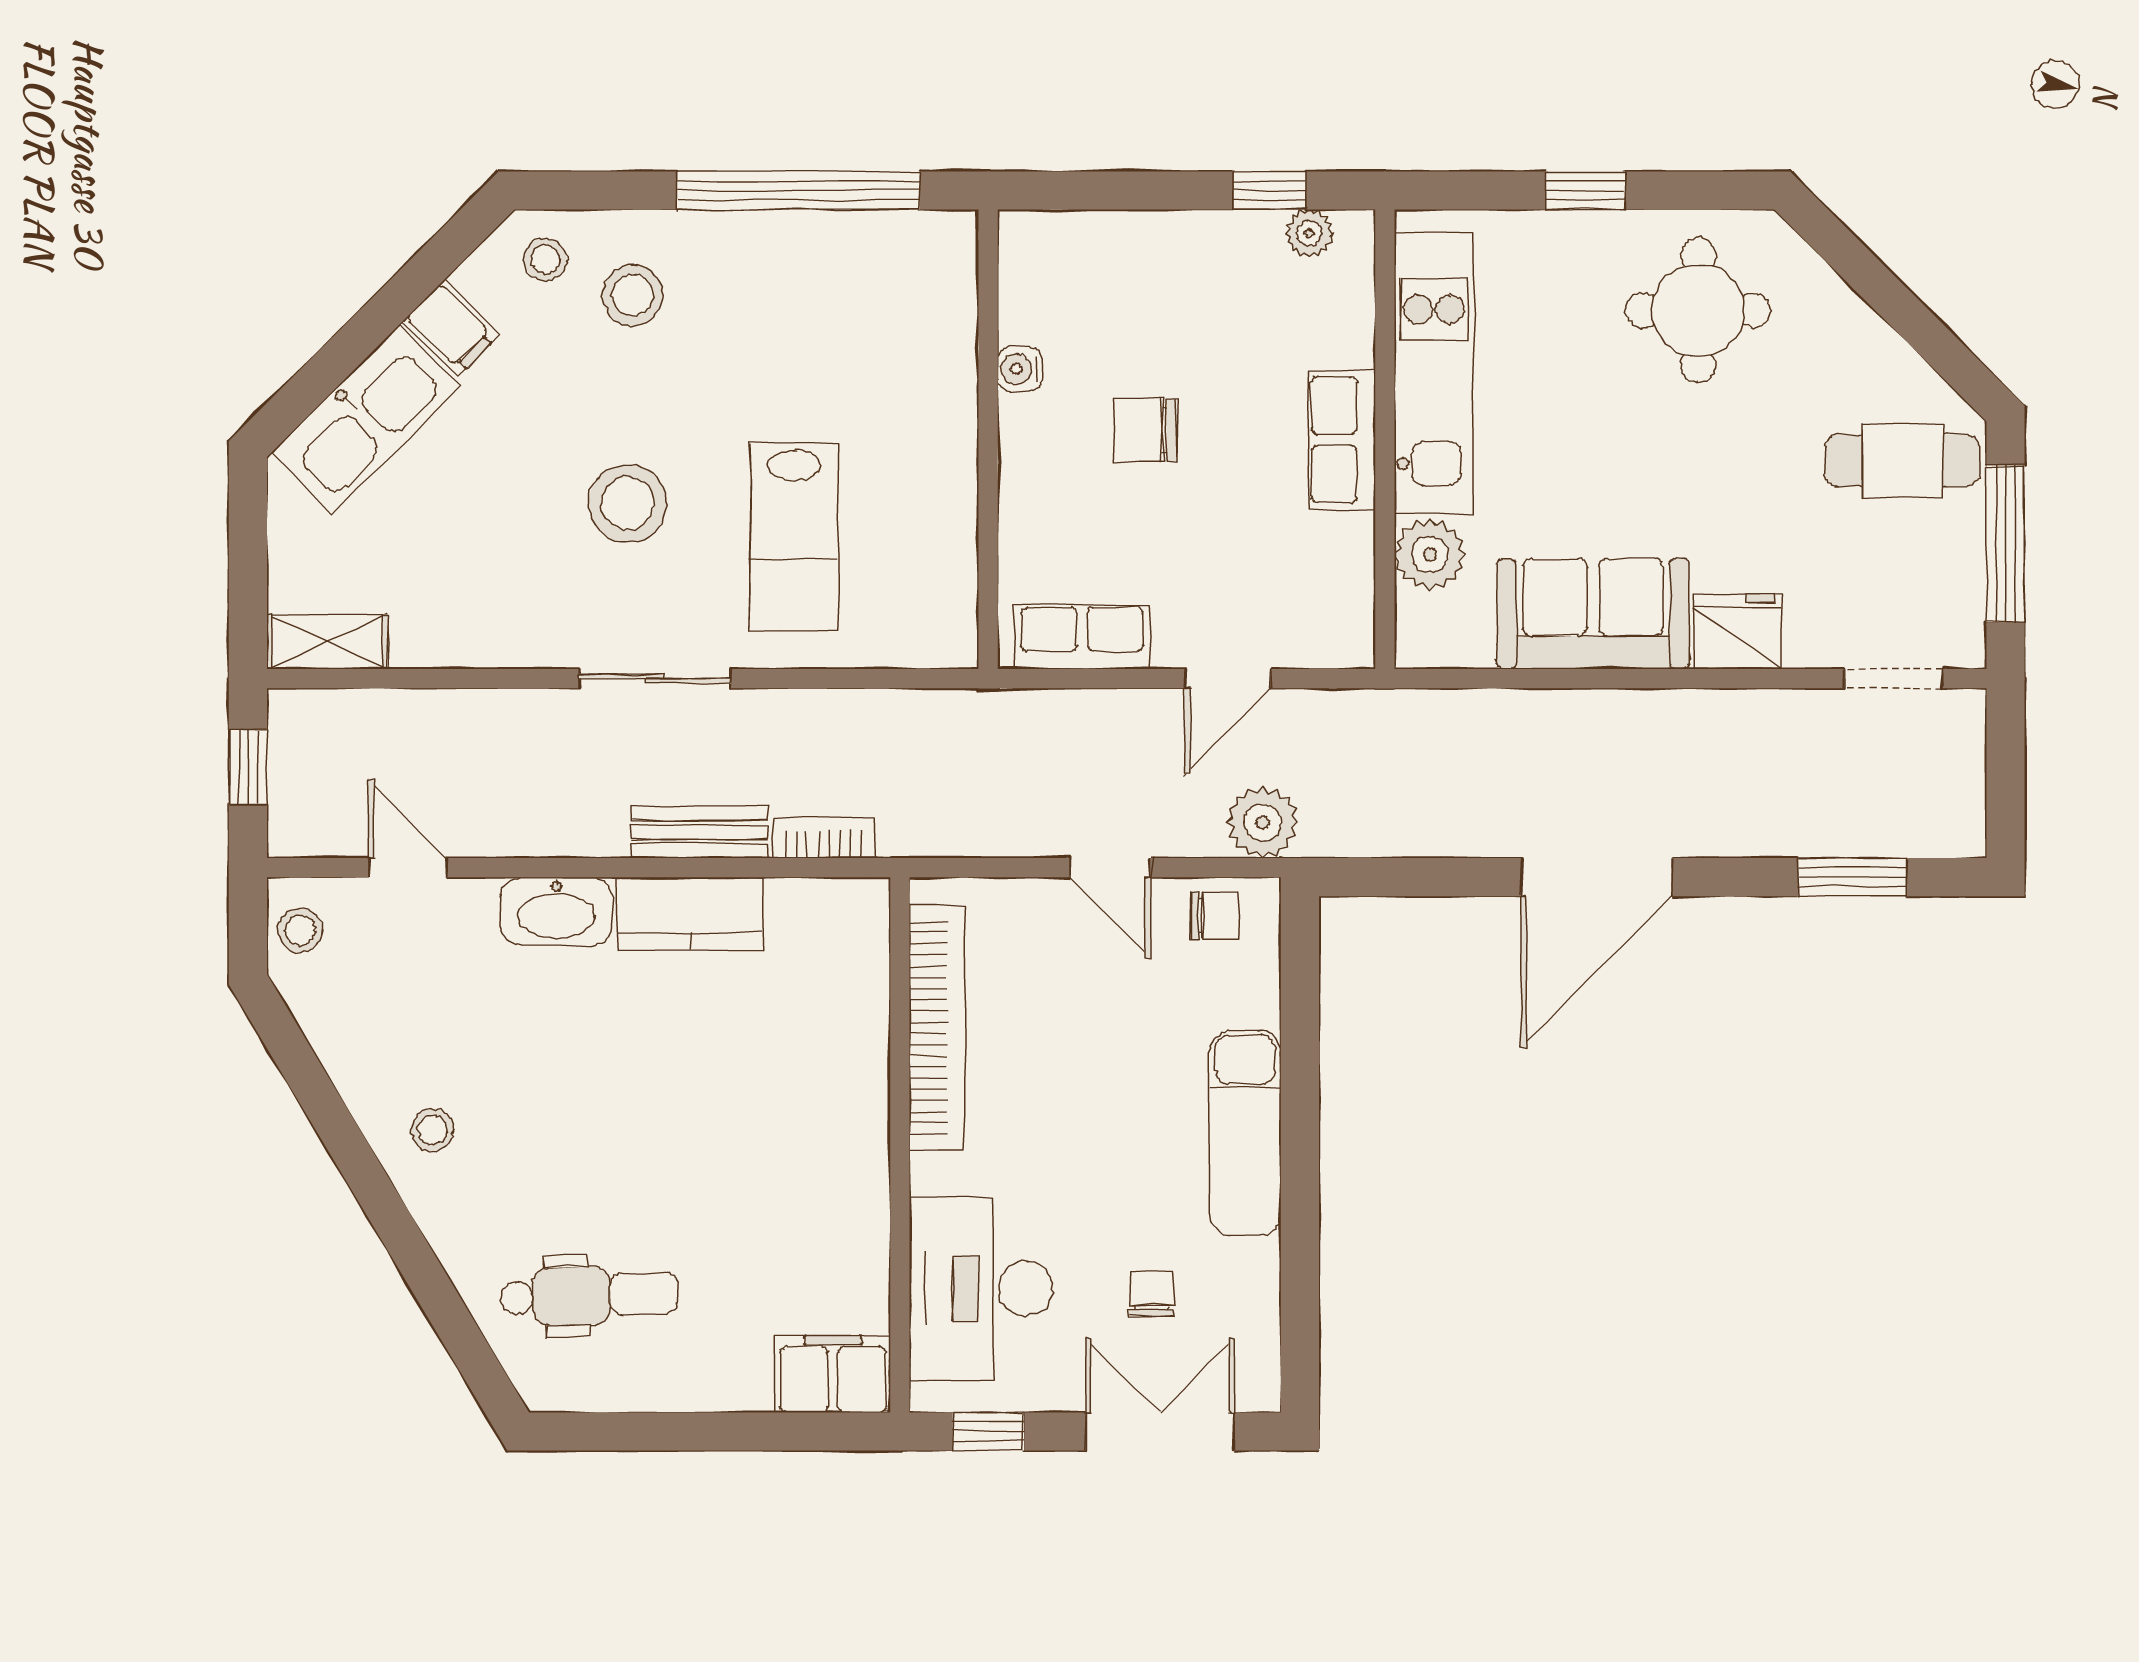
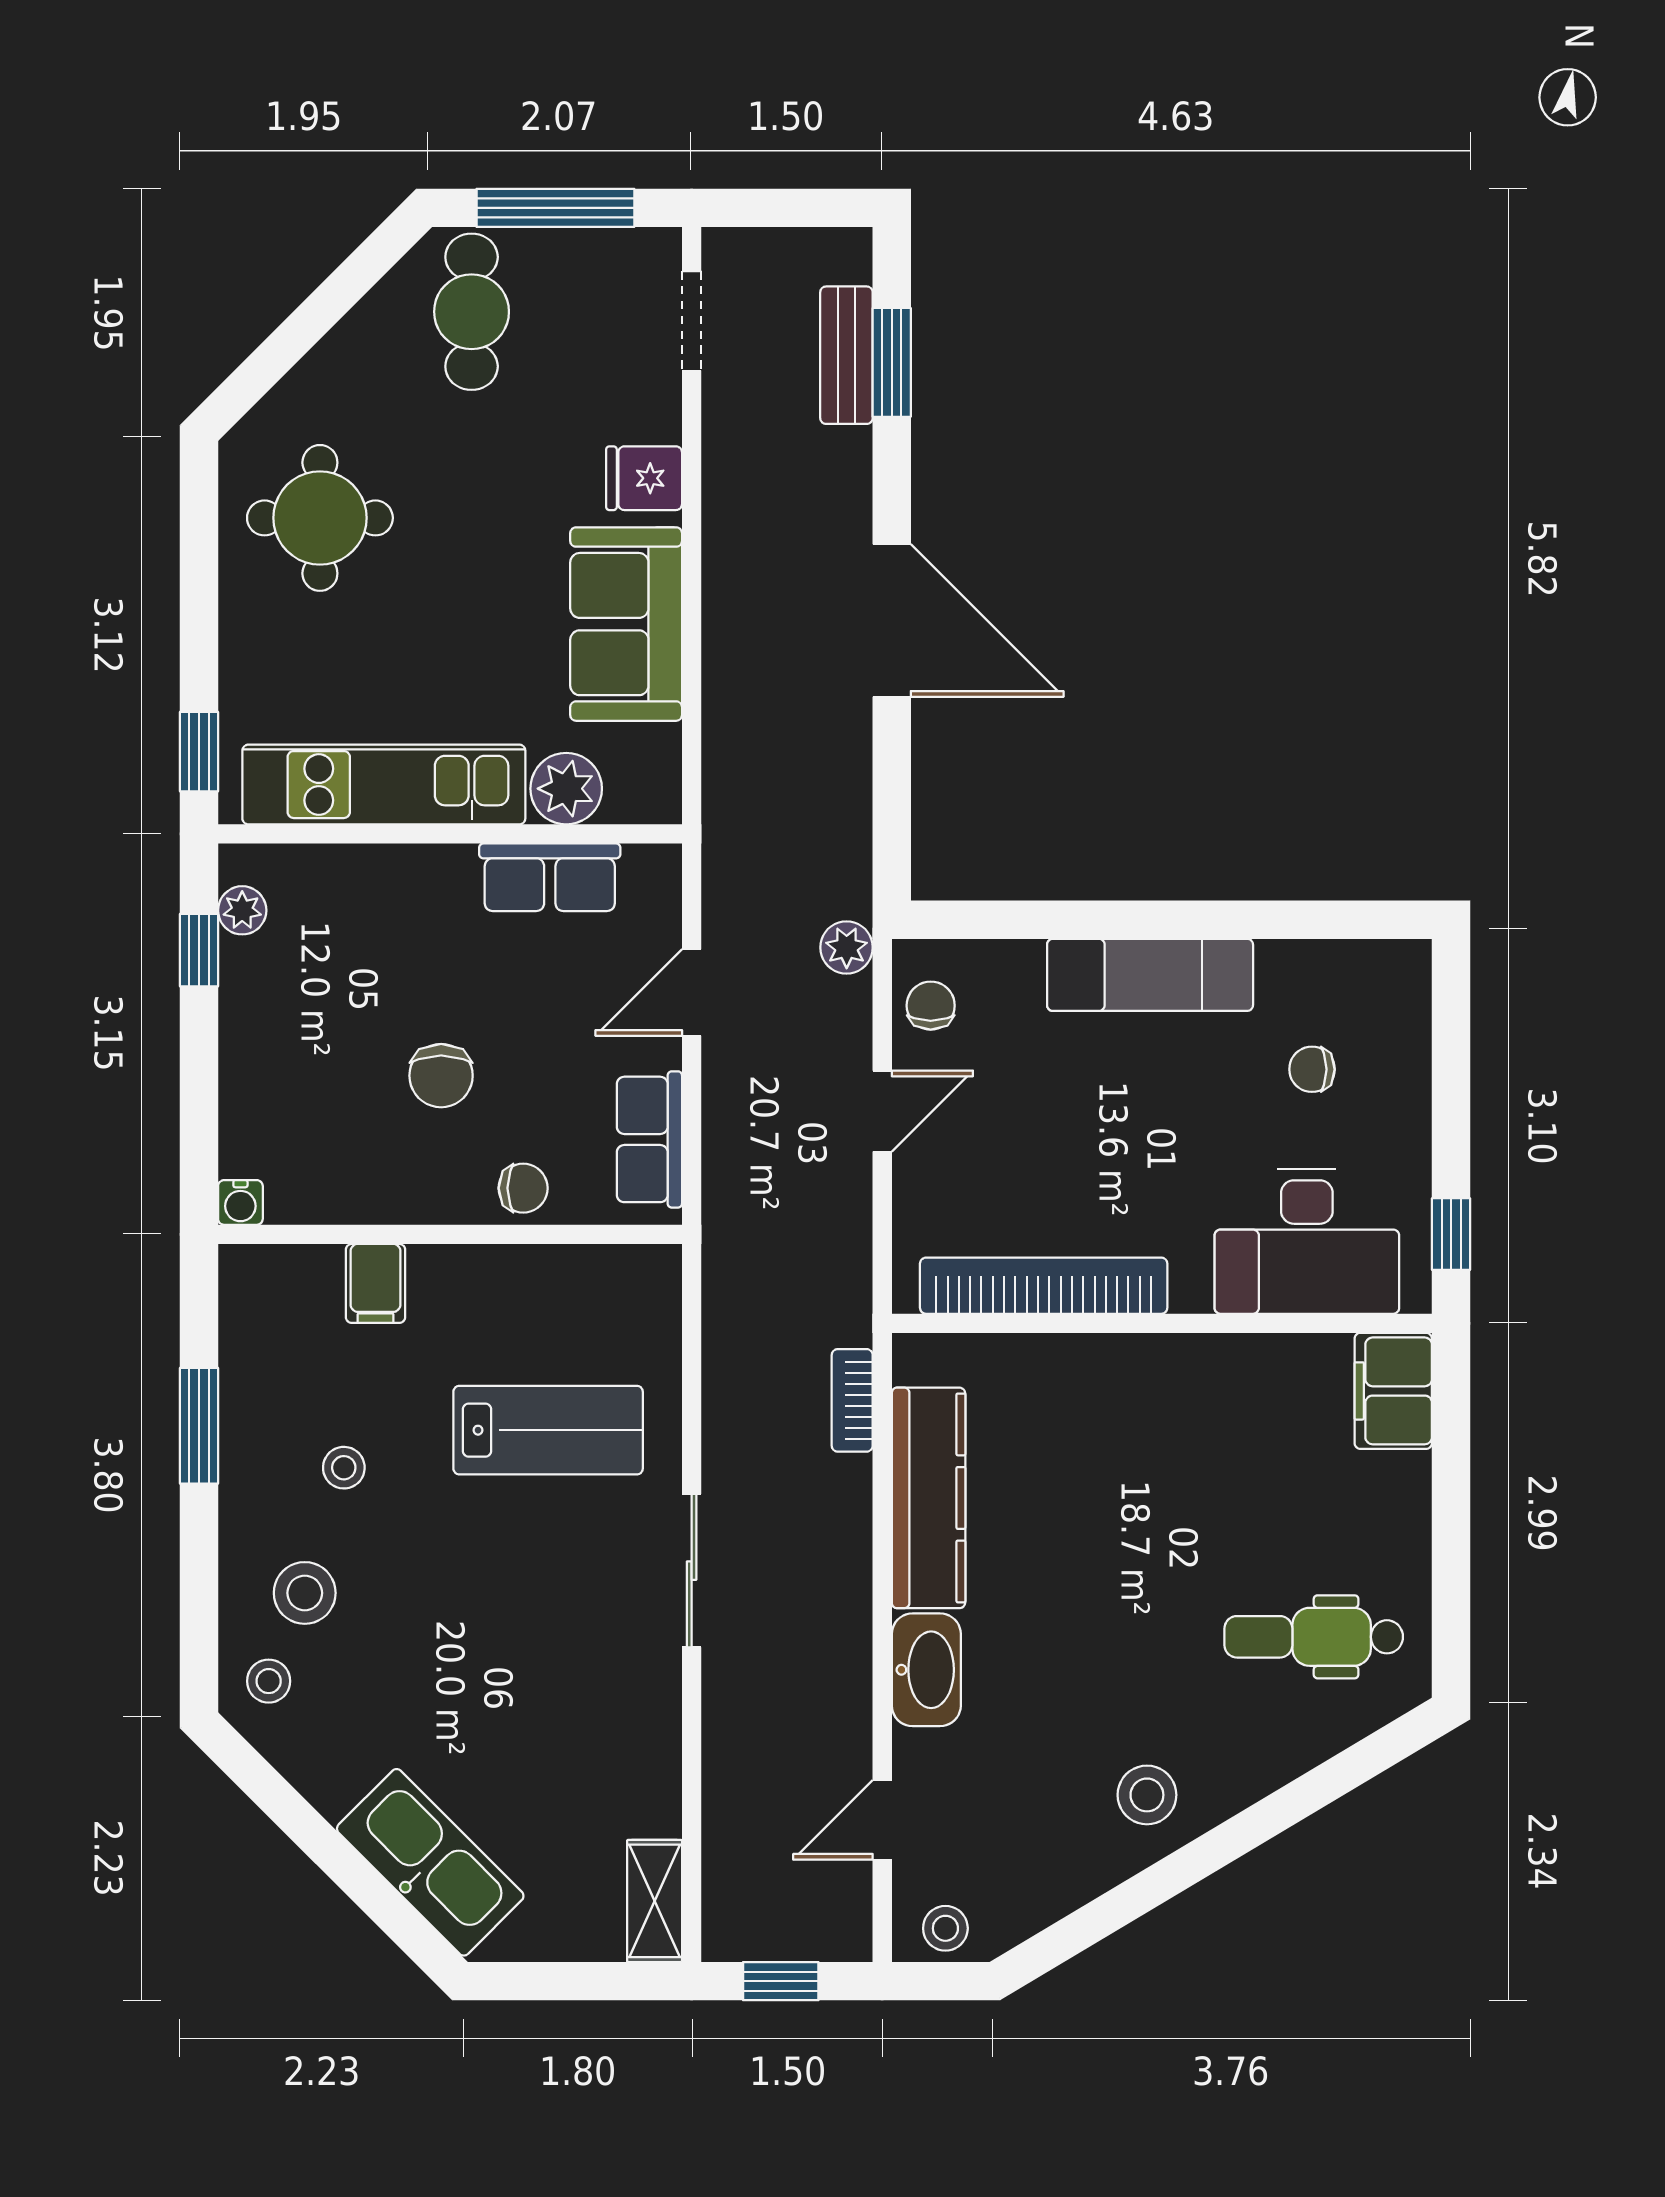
window: (798, 190) -> (199, 1426), width x0.47
window: (1585, 190) -> (199, 752), moved
filing cabinet: (451, 328) -> (376, 1283), moved, turned 135
water cooler: (1020, 369) -> (240, 1202), moved
row of seats: (1342, 440) -> (550, 877), moved
stool: (628, 504) -> (344, 1468), moved, width x0.53, depth x0.53
chair: (1034, 512) -> (523, 1188), added
fridge: (1737, 632) -> (644, 478), width x0.72
door: (1228, 679) -> (692, 992), swing flipped
plant: (1263, 823) -> (847, 947), width x0.73, depth x0.73
bench: (699, 832) -> (846, 355), moved
kitchen counter: (690, 914) -> (929, 1498), width x1.50
stool: (432, 1130) -> (1147, 1795), width x1.37, depth x1.37
dental chair: (589, 1295) -> (1314, 1637), turned -88
double door: (1160, 1431) -> (1451, 1061), removed

